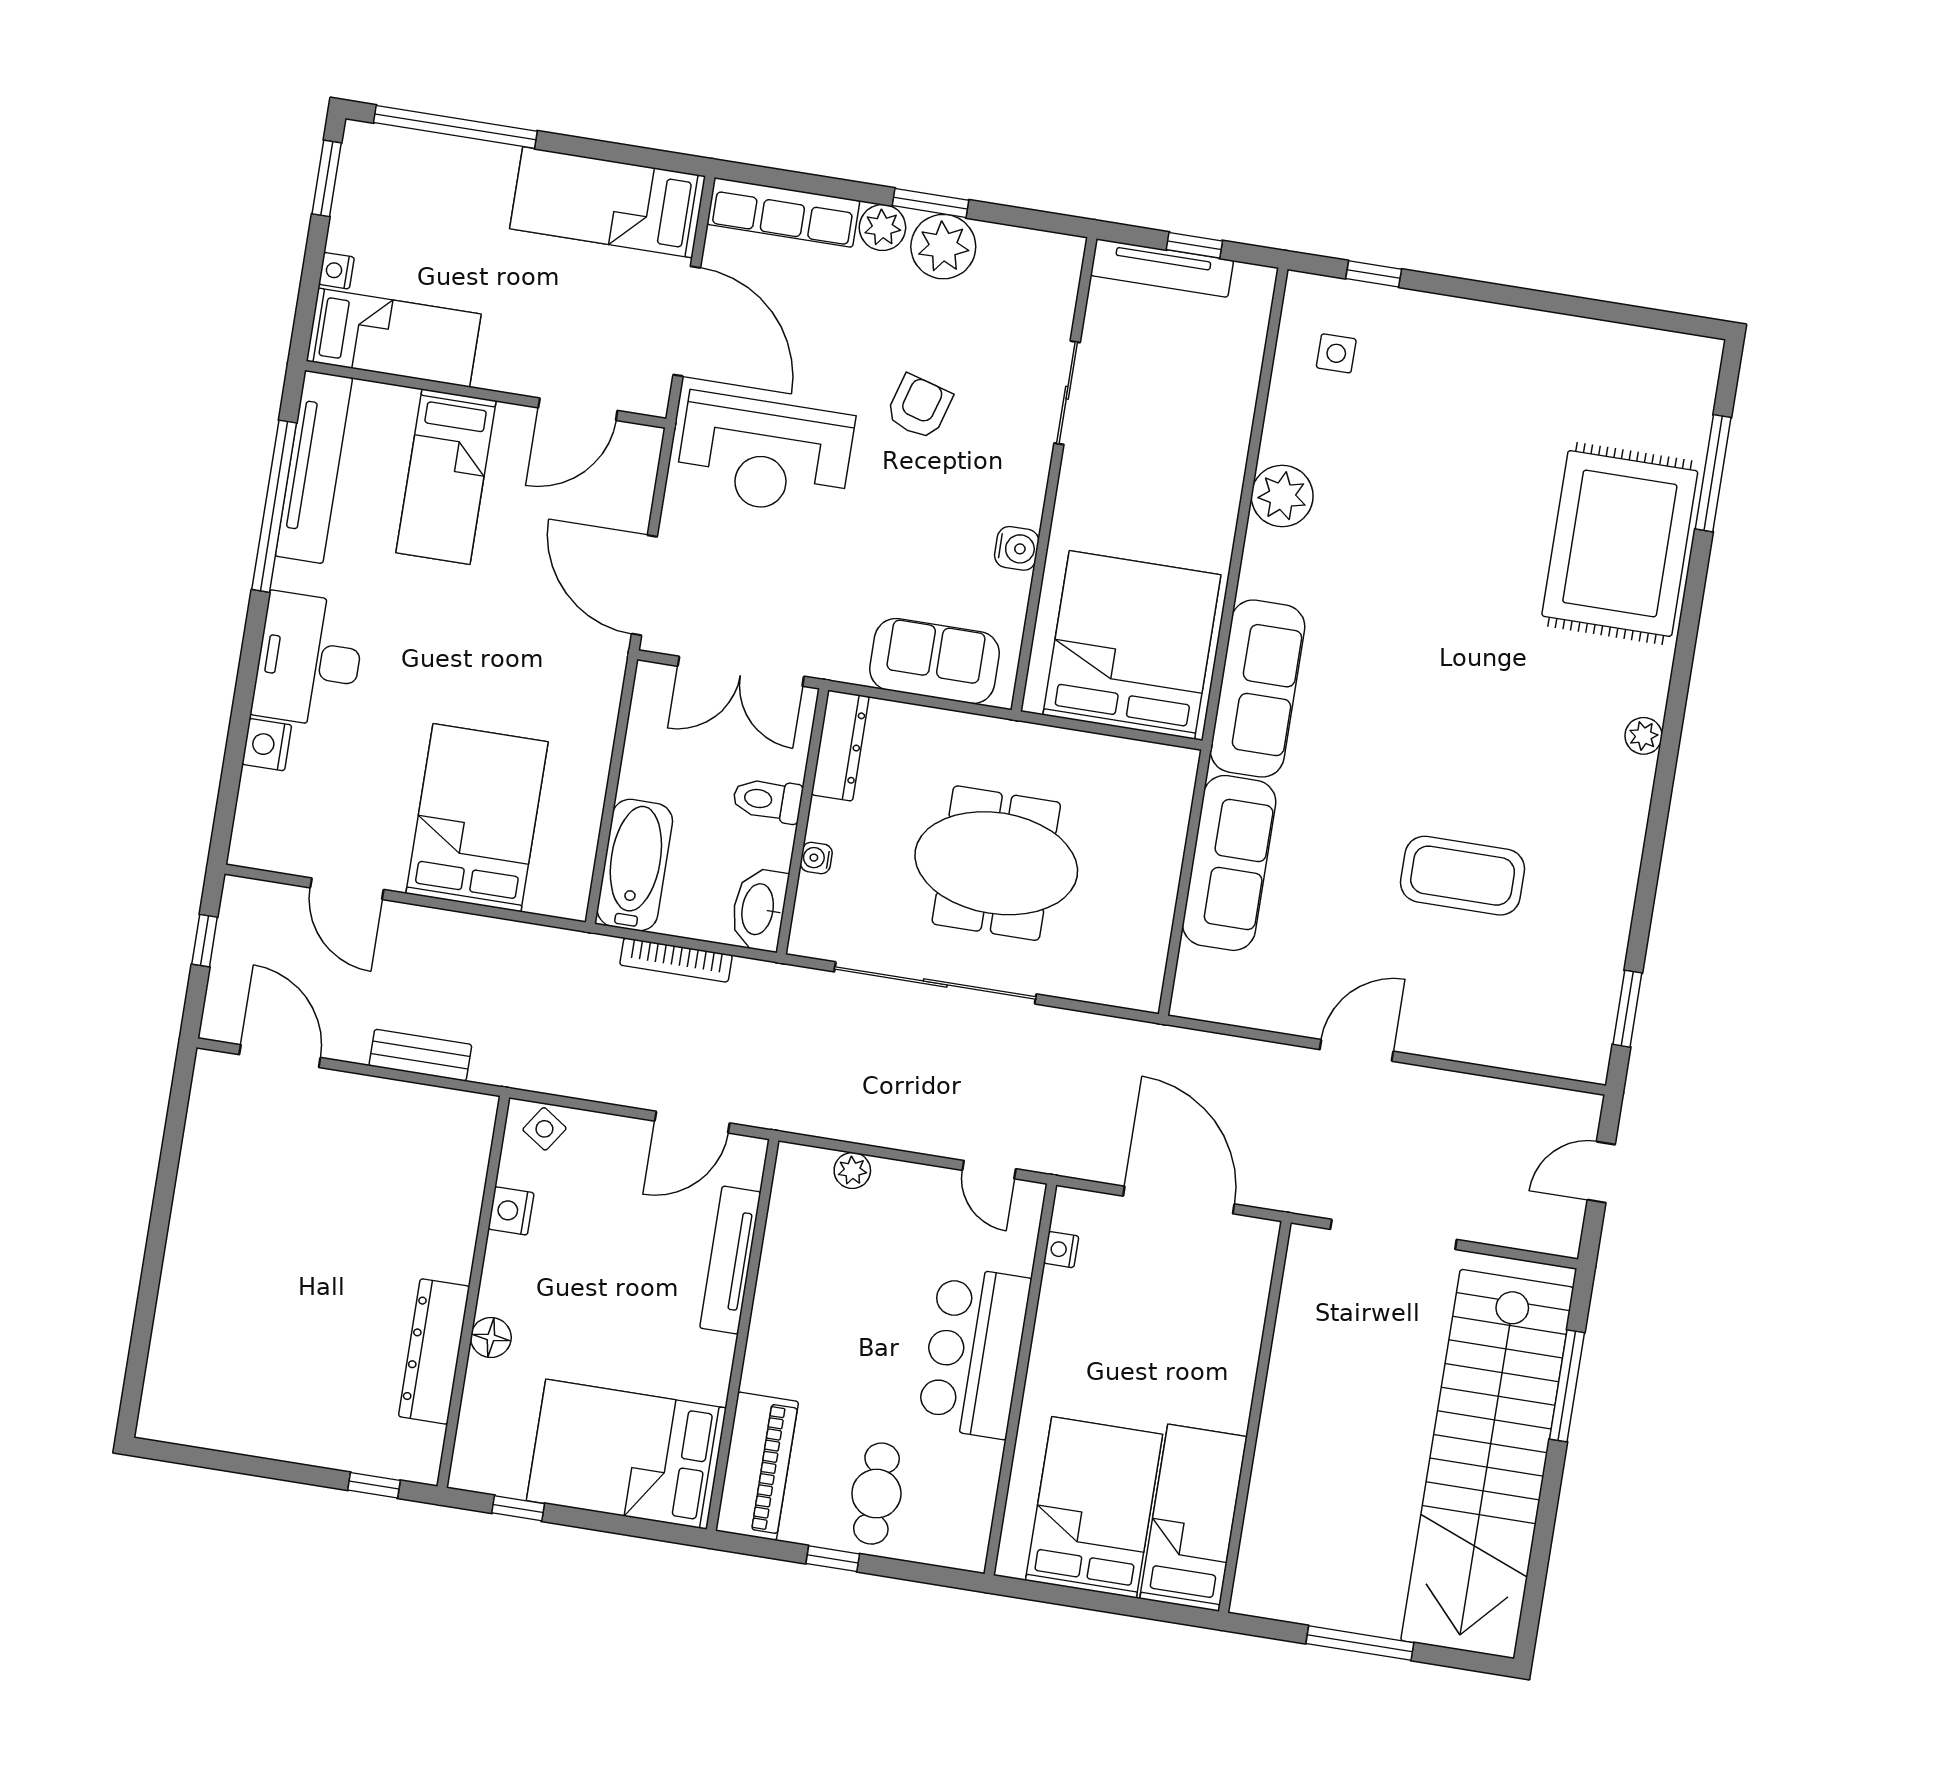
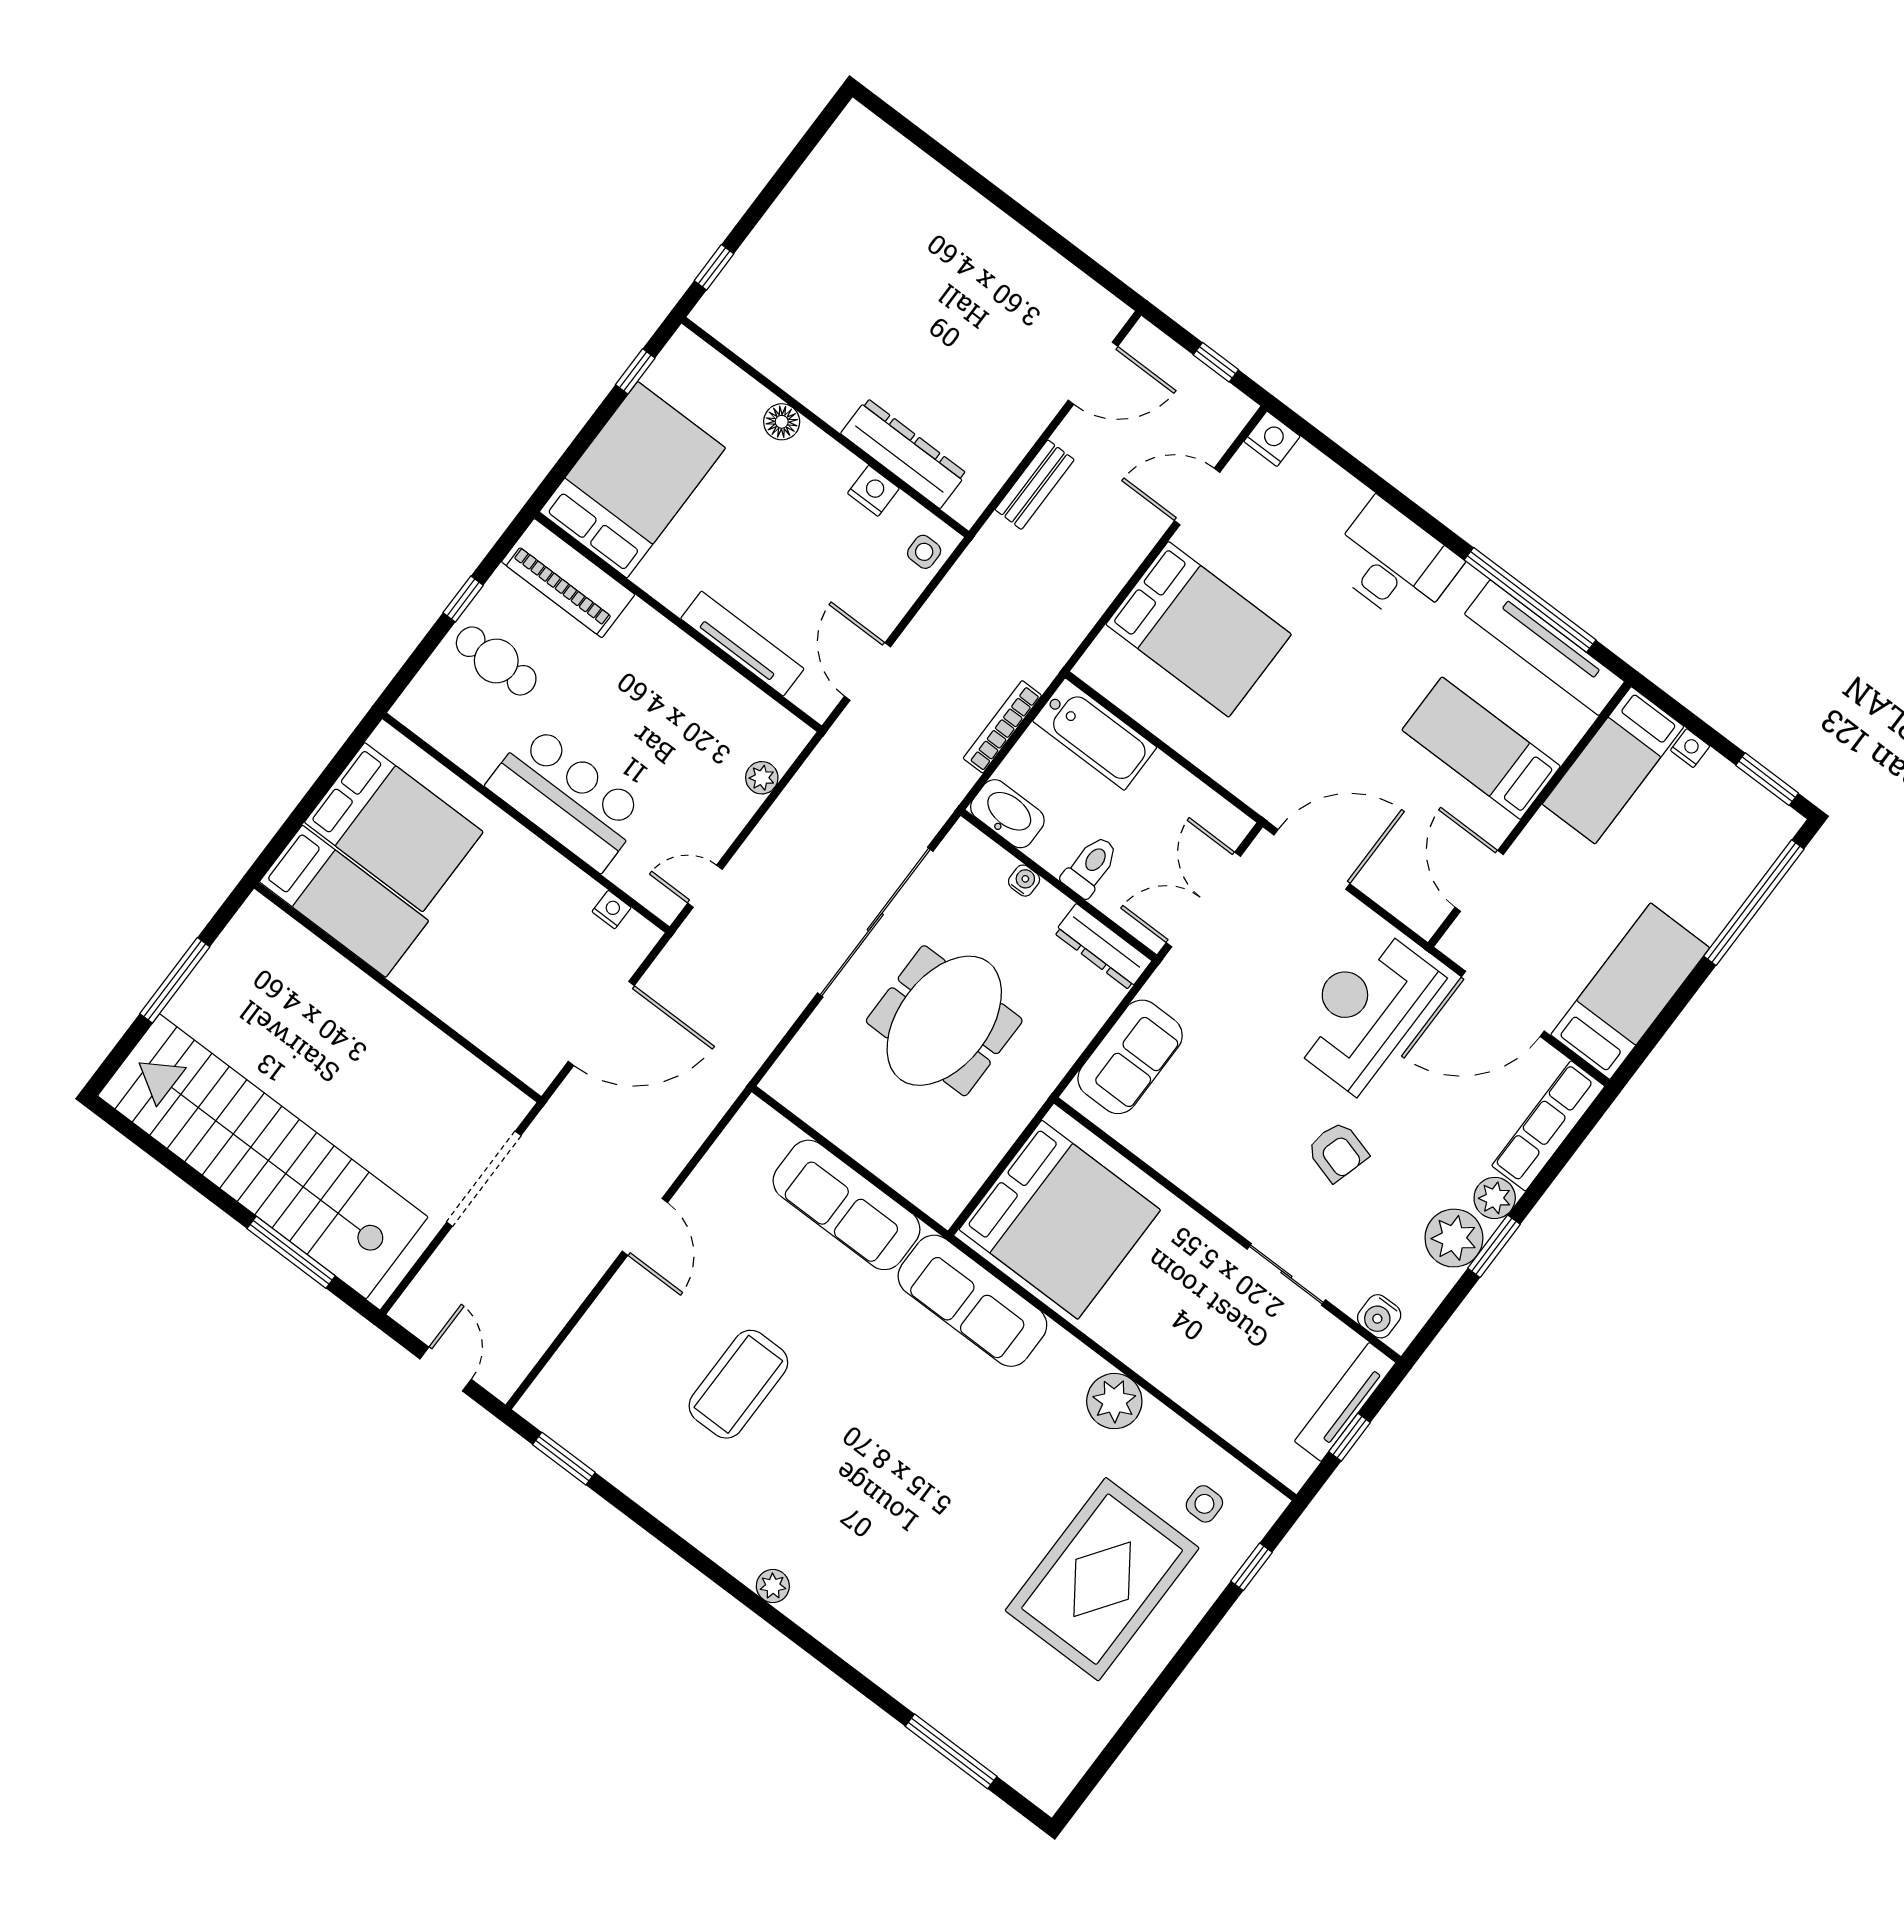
rug: (1620, 544) -> (1102, 1579), moved, turned 90
water cooler: (1017, 548) -> (1379, 1316), moved
nightstand: (267, 745) -> (1272, 439), moved
side table: (544, 1129) -> (924, 552), turned -34
dresser: (434, 1351) -> (904, 453), moved

